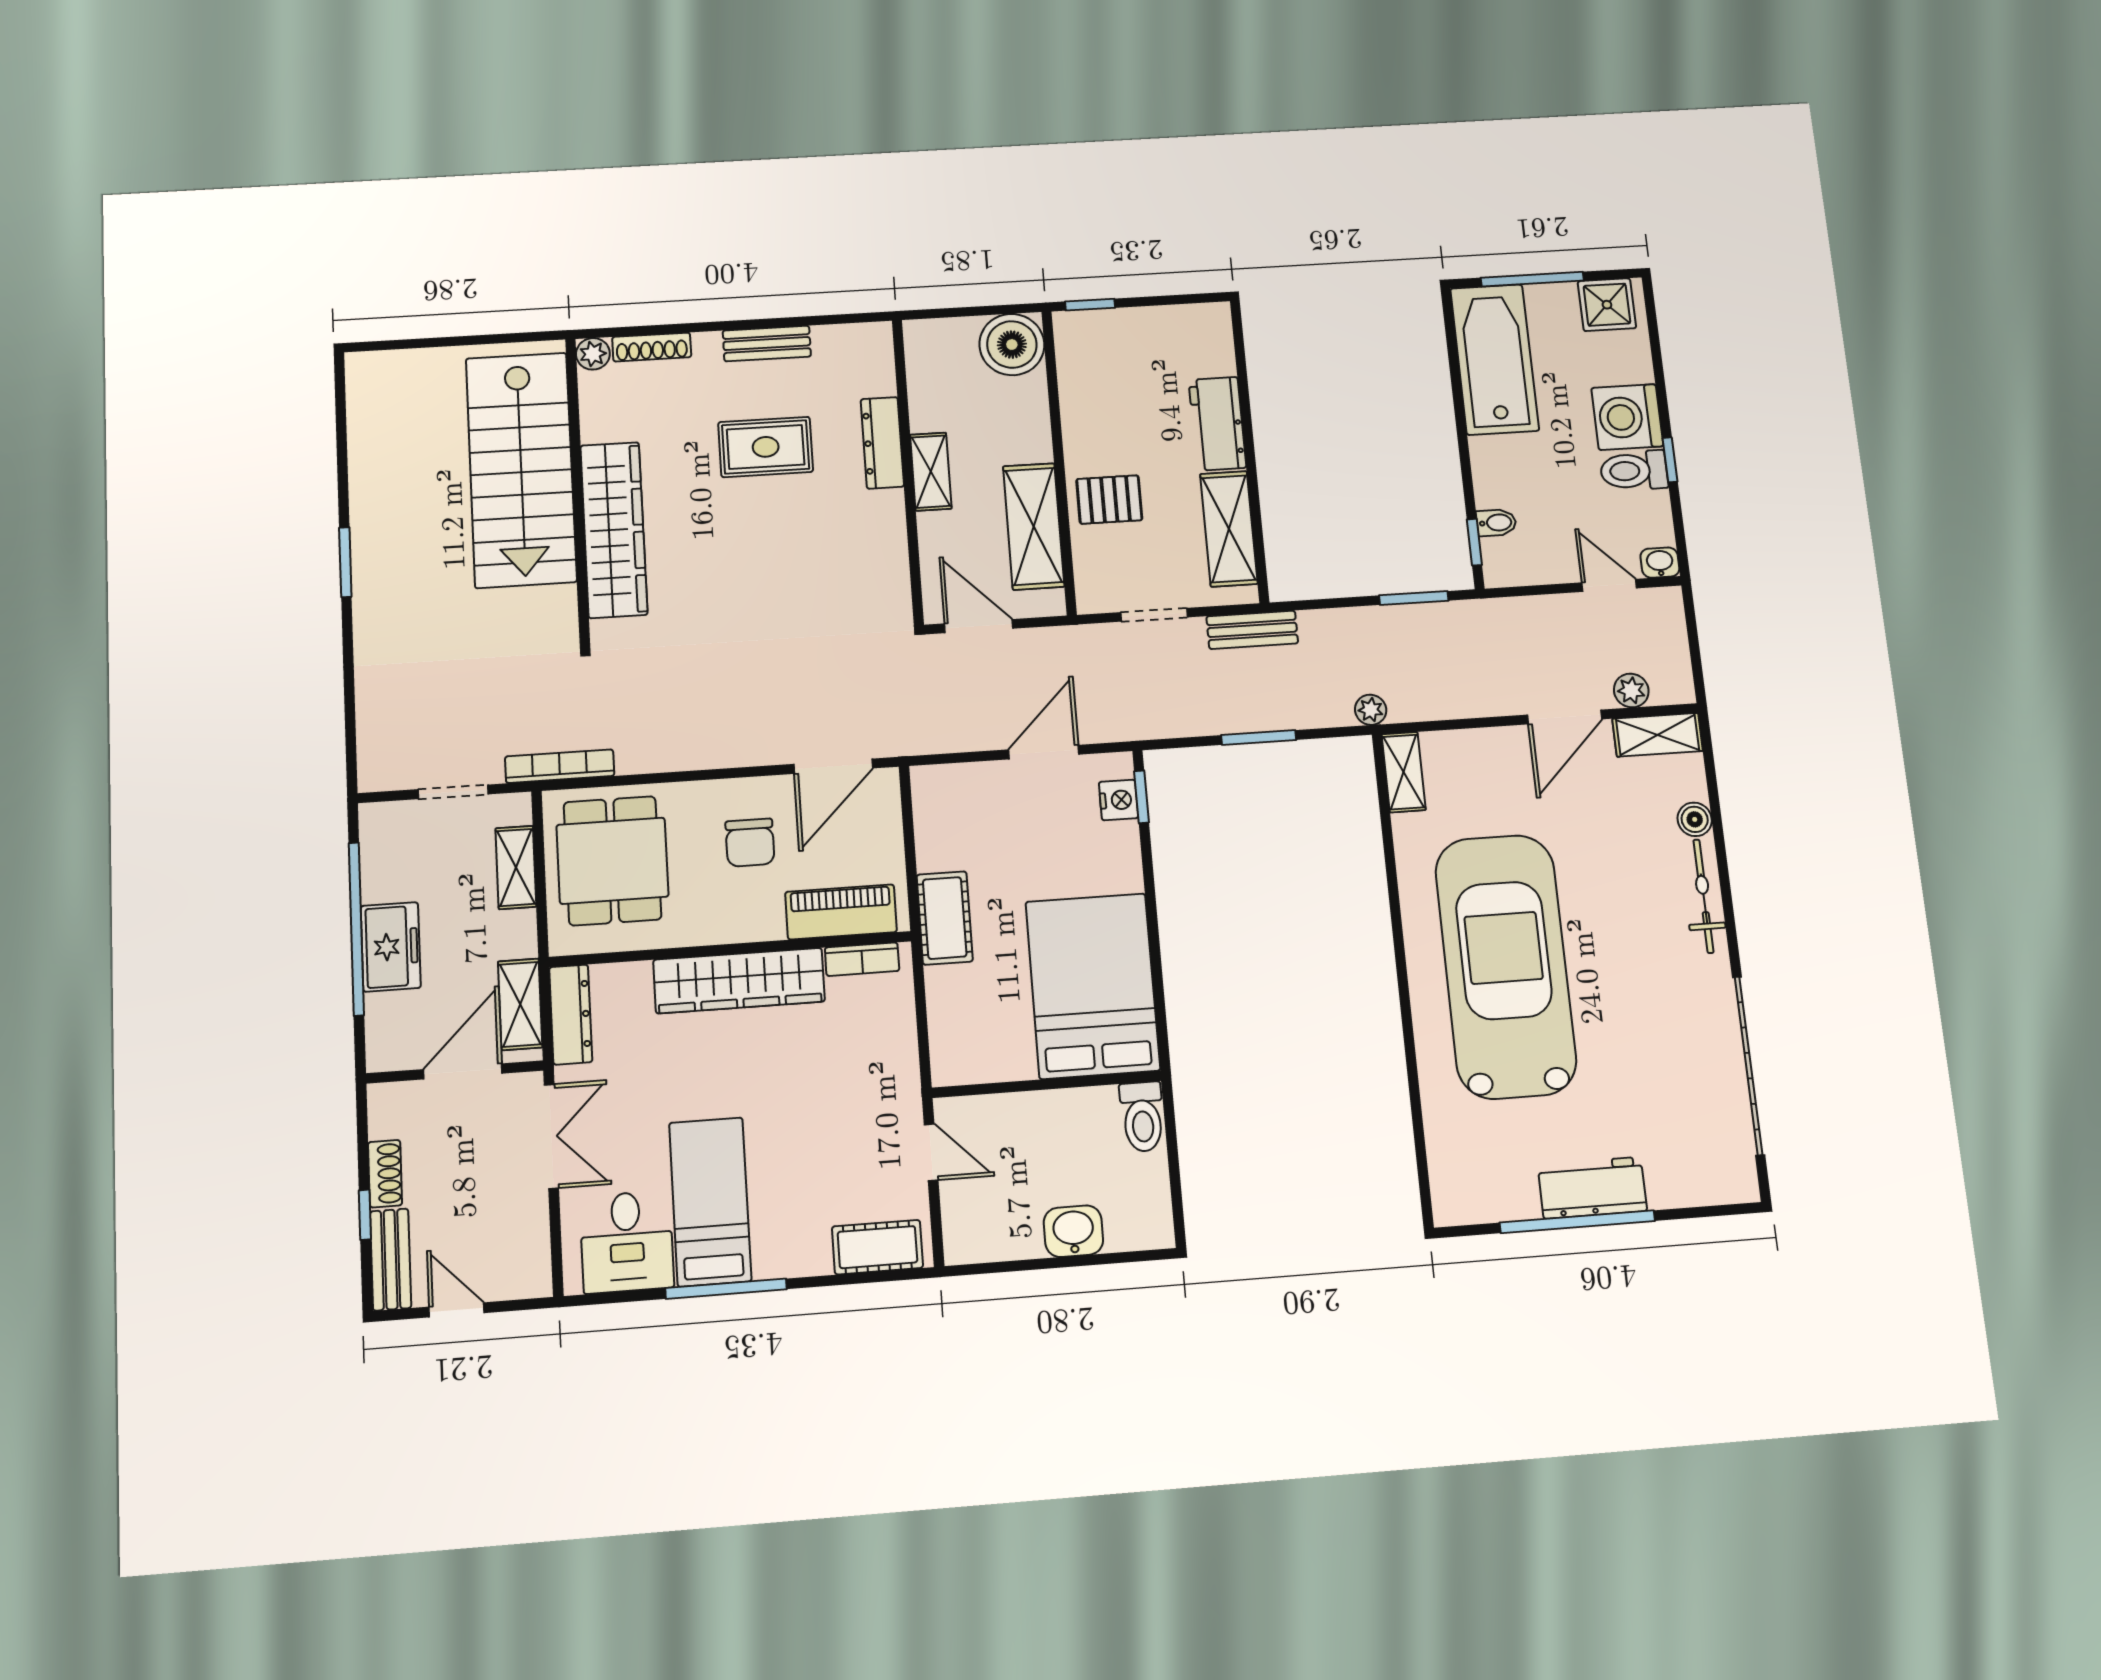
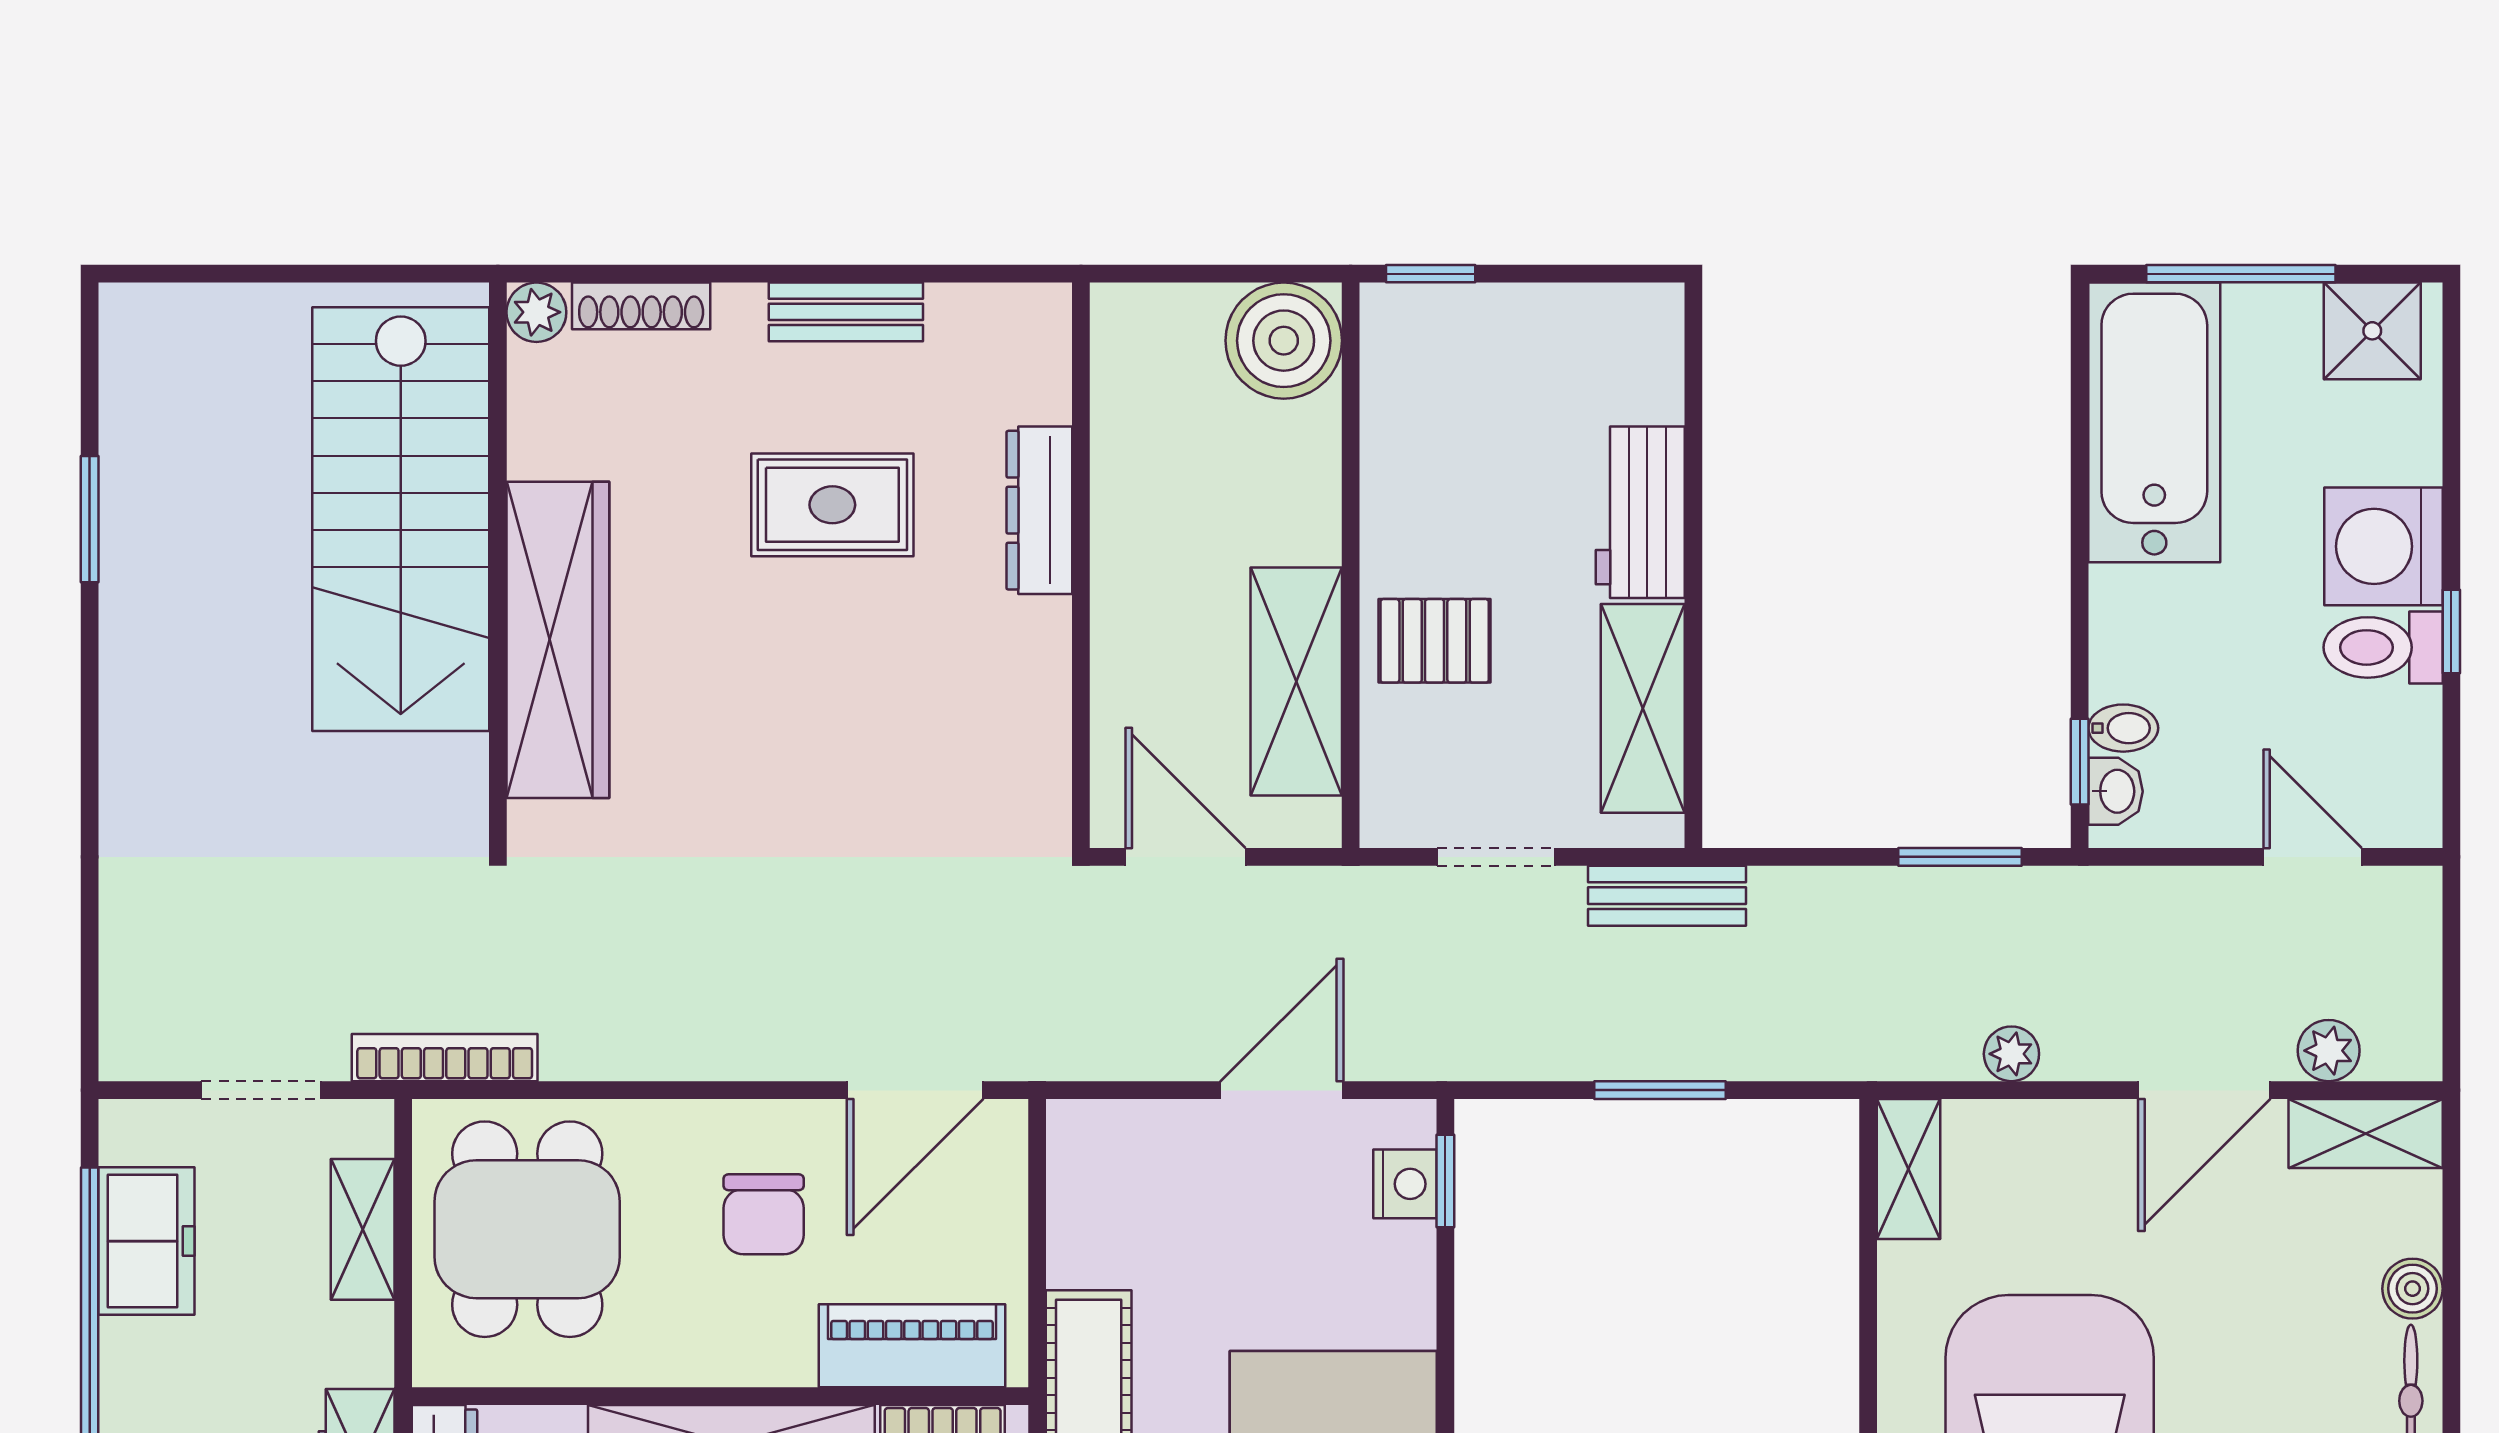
shelving: (931, 472) -> (1122, 569), removed
window: (345, 562) -> (90, 519), moved
washbasin: (1660, 563) -> (2116, 791), moved, turned 90
plant: (1371, 710) -> (2011, 1054), moved
freezer: (391, 947) -> (146, 1241), moved

